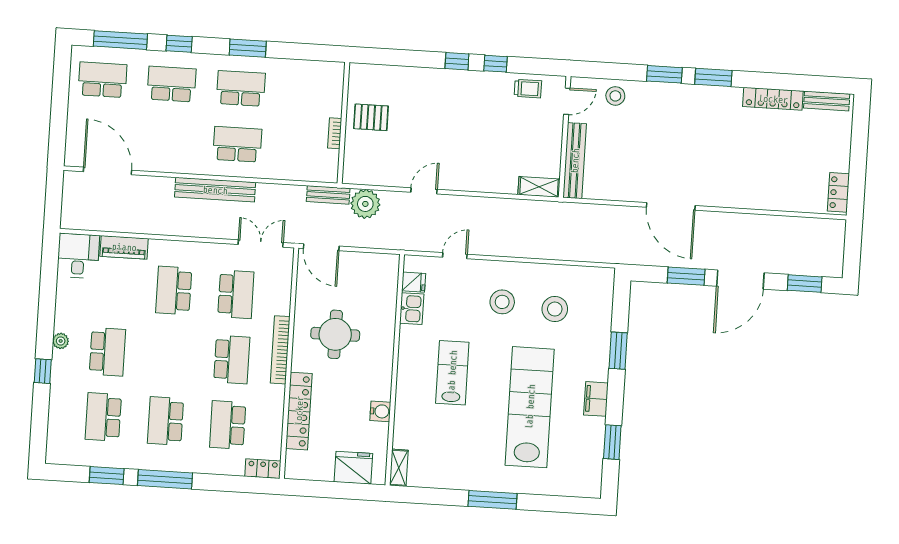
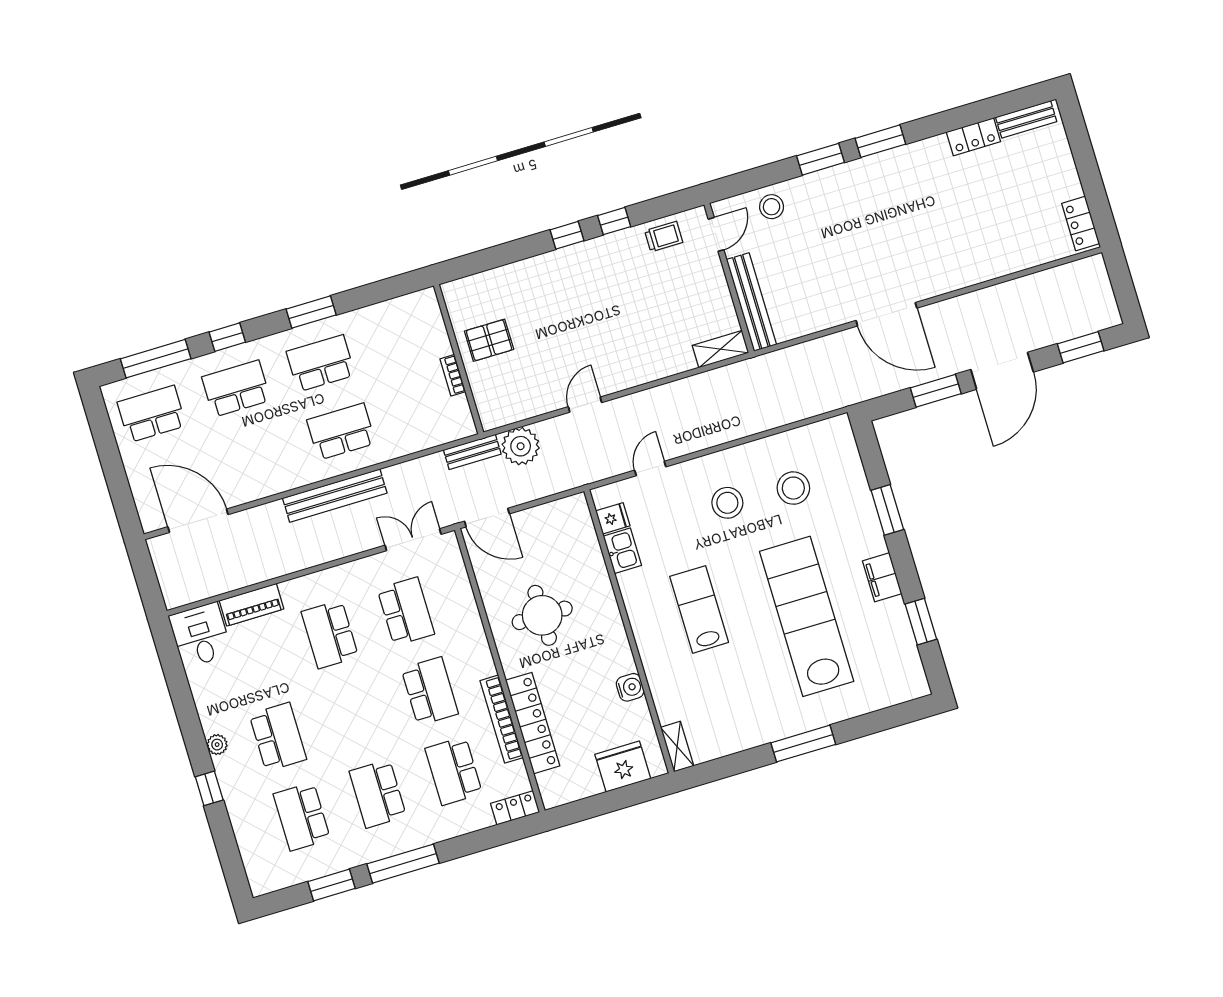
locker: (773, 99) -> (973, 137), width x0.66
bookcase: (280, 350) -> (502, 719), moved

